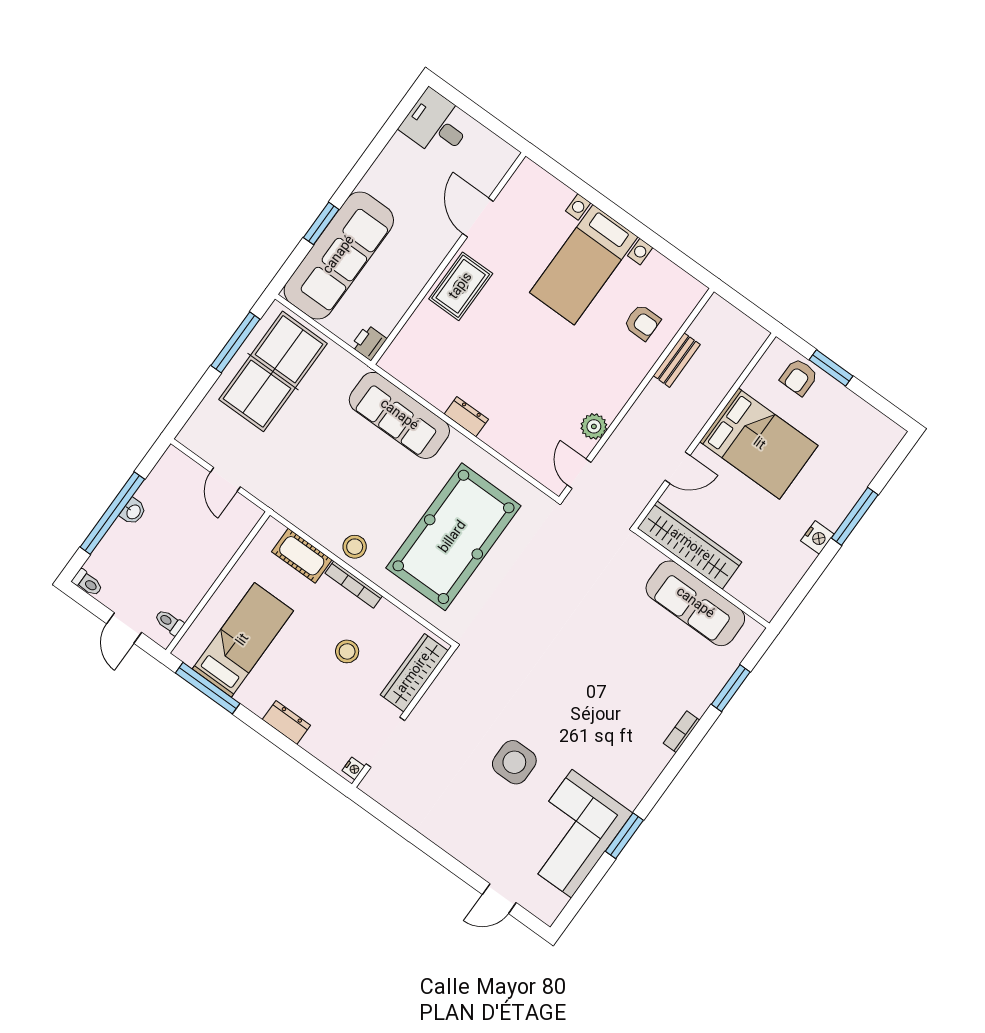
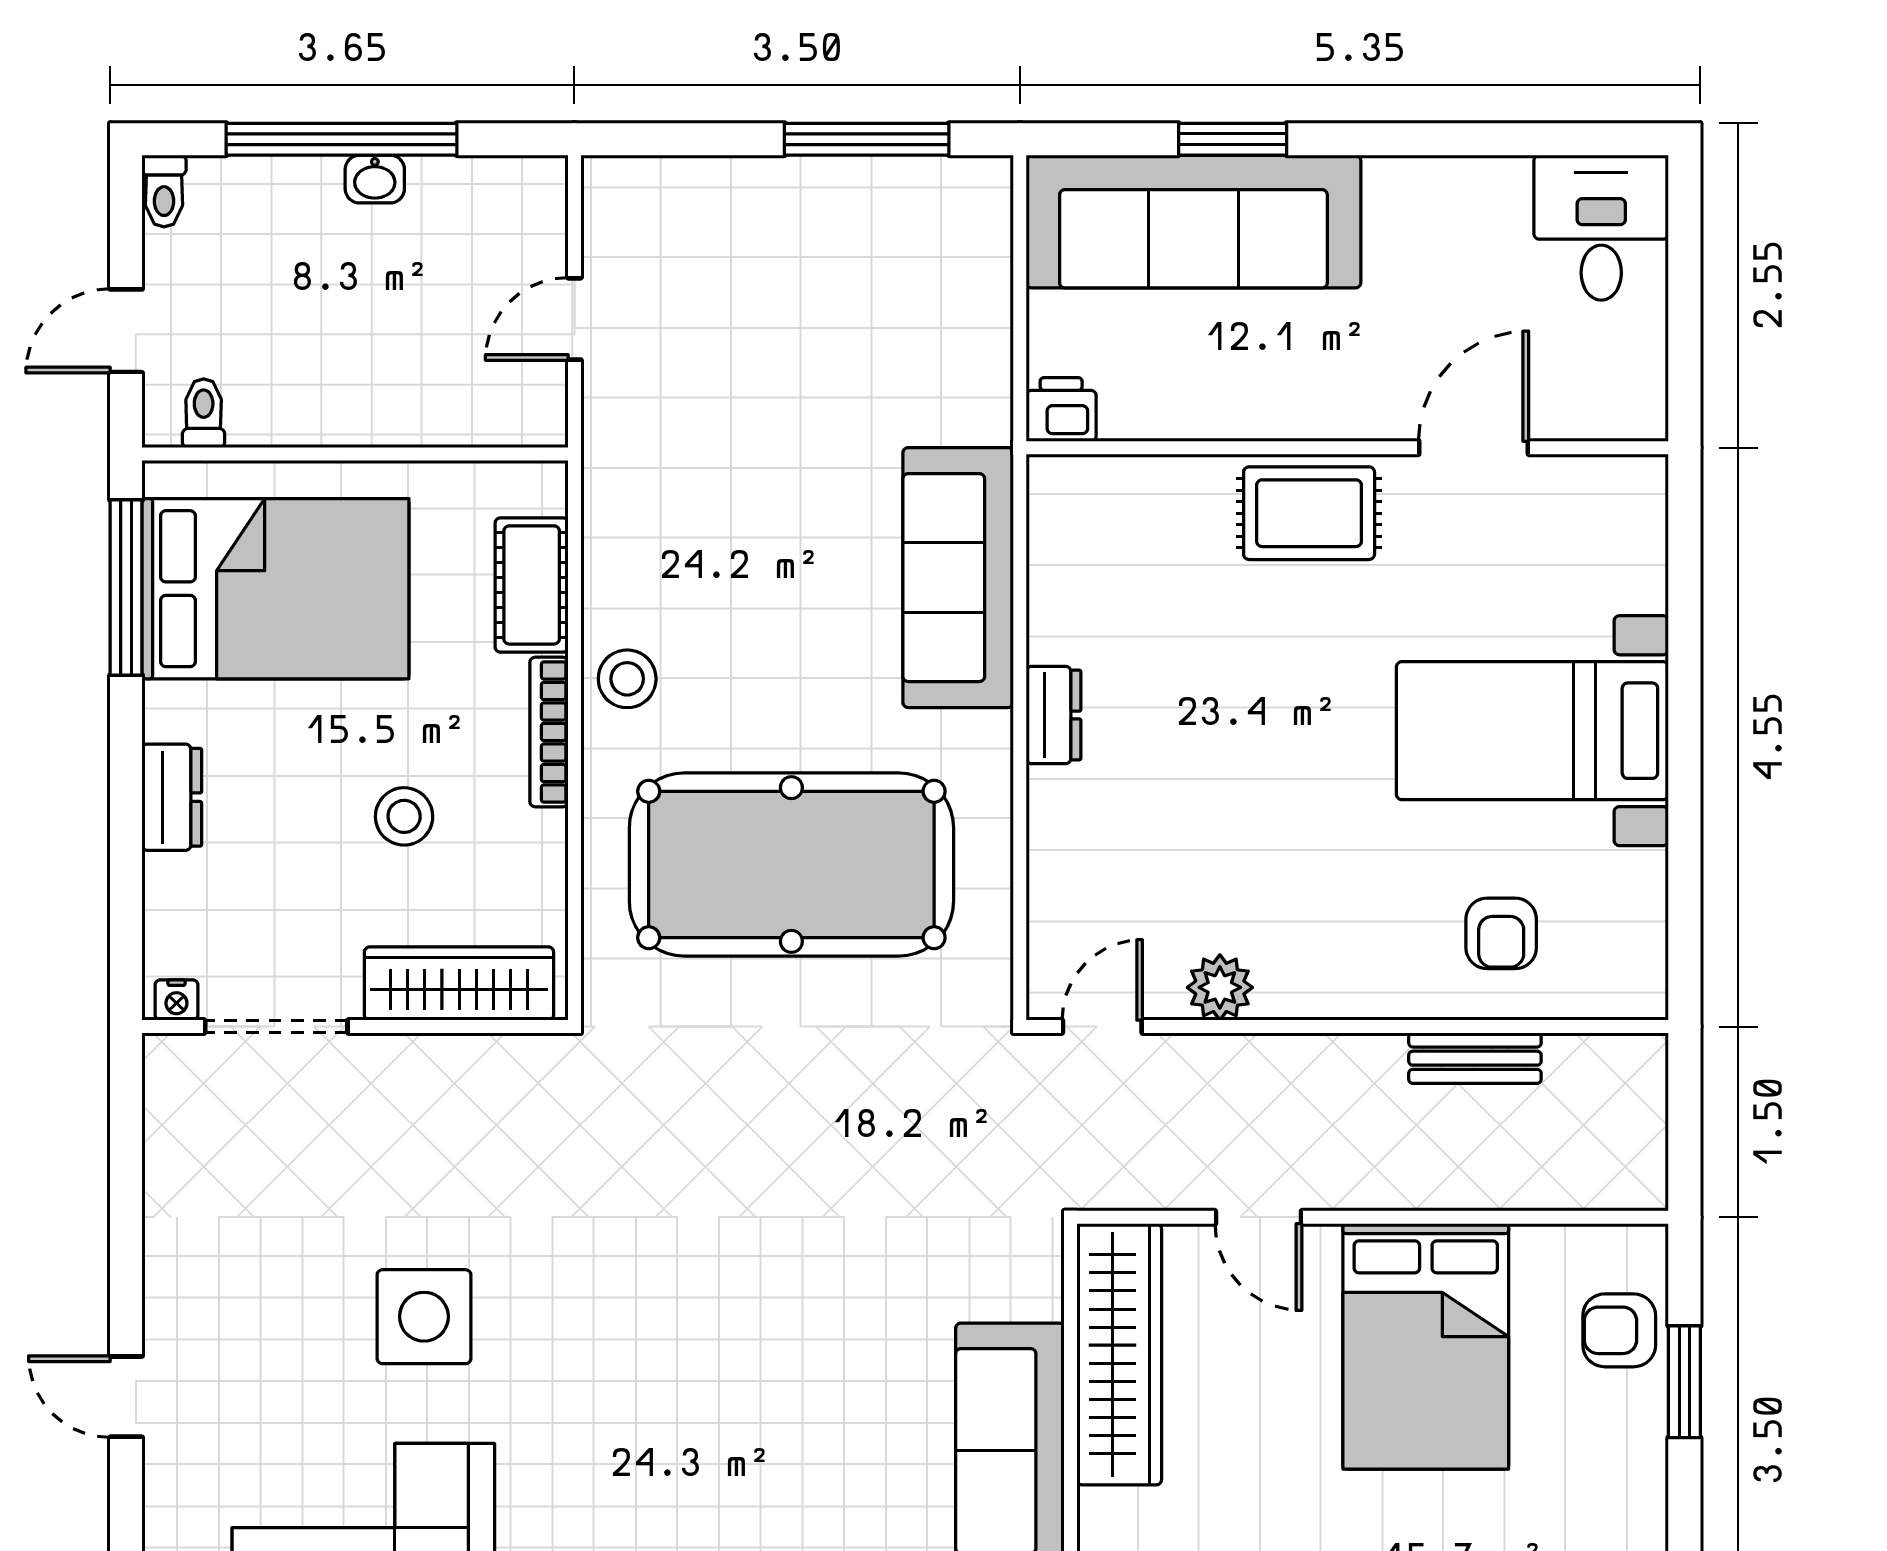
table tennis table: (273, 371) -> (863, 258), removed
bed: (243, 640) -> (275, 589), width x1.50
door: (499, 899) -> (126, 1397), moved

